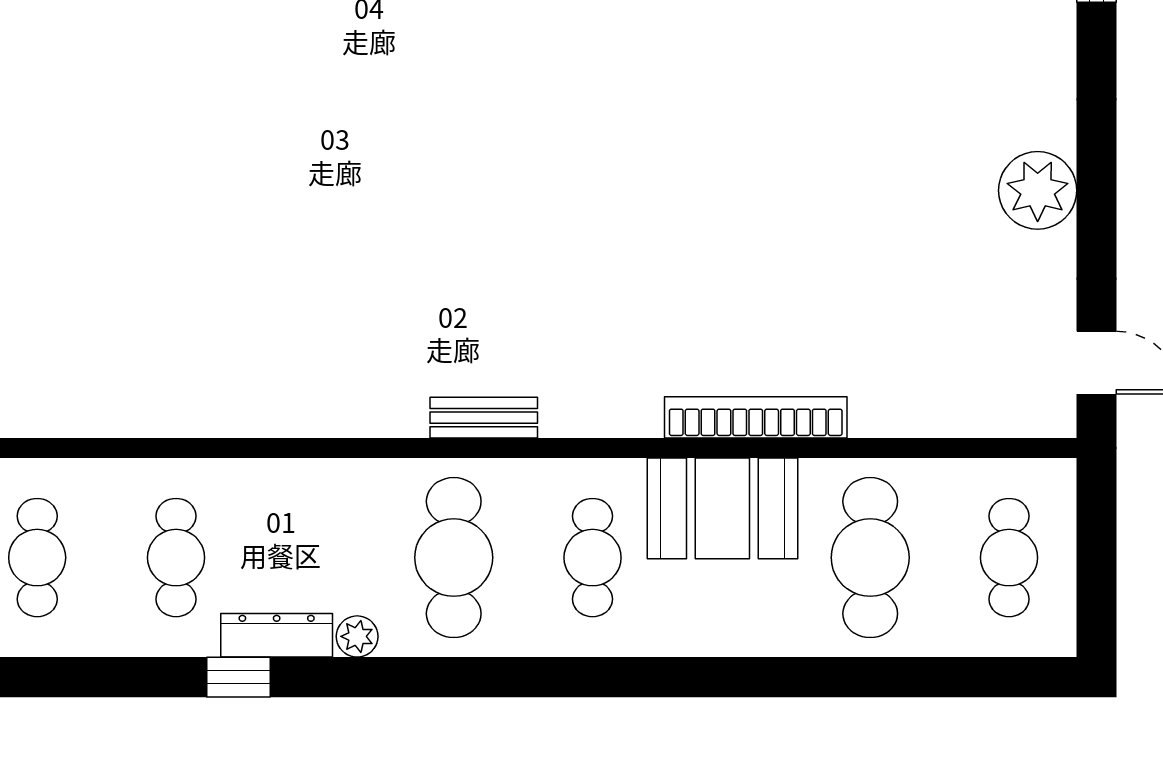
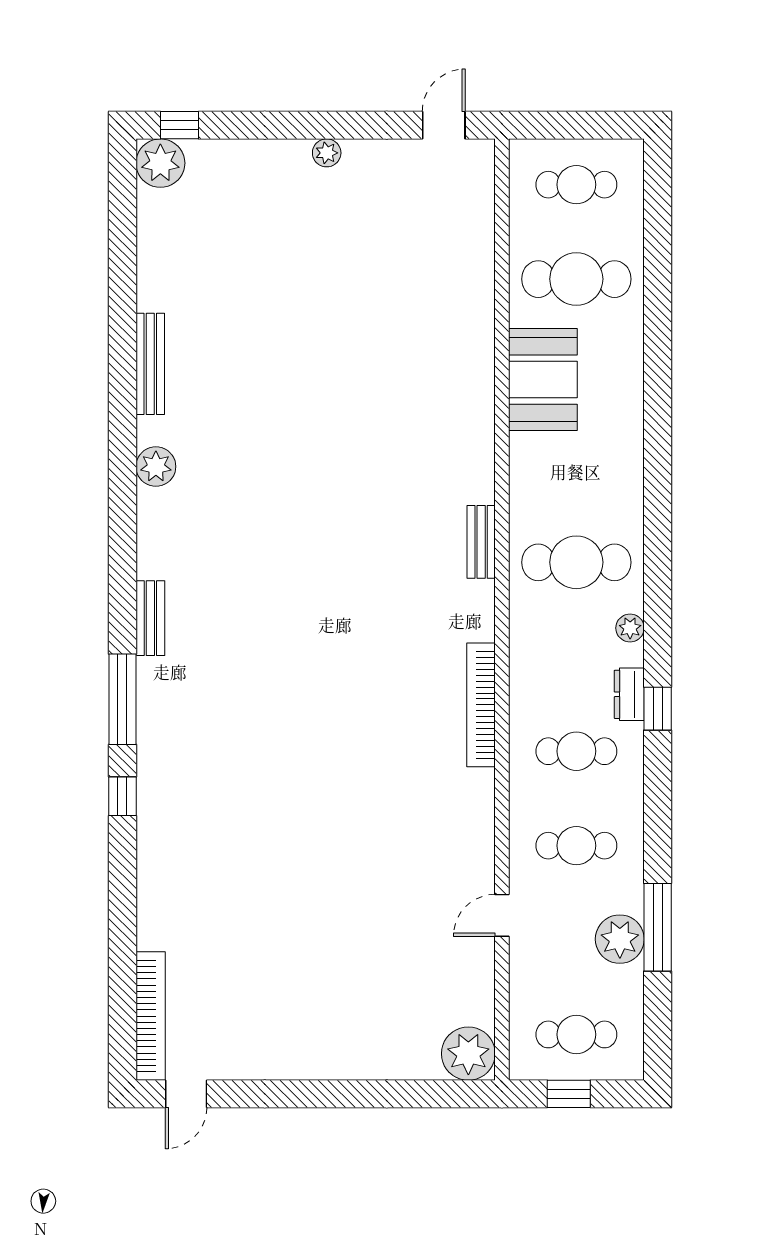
plant: (1038, 190) -> (327, 153), width x0.53, depth x0.53
bookcase: (756, 417) -> (481, 705), moved
cafe table: (593, 558) -> (576, 468), removed
dresser: (277, 635) -> (629, 694), width x0.70

